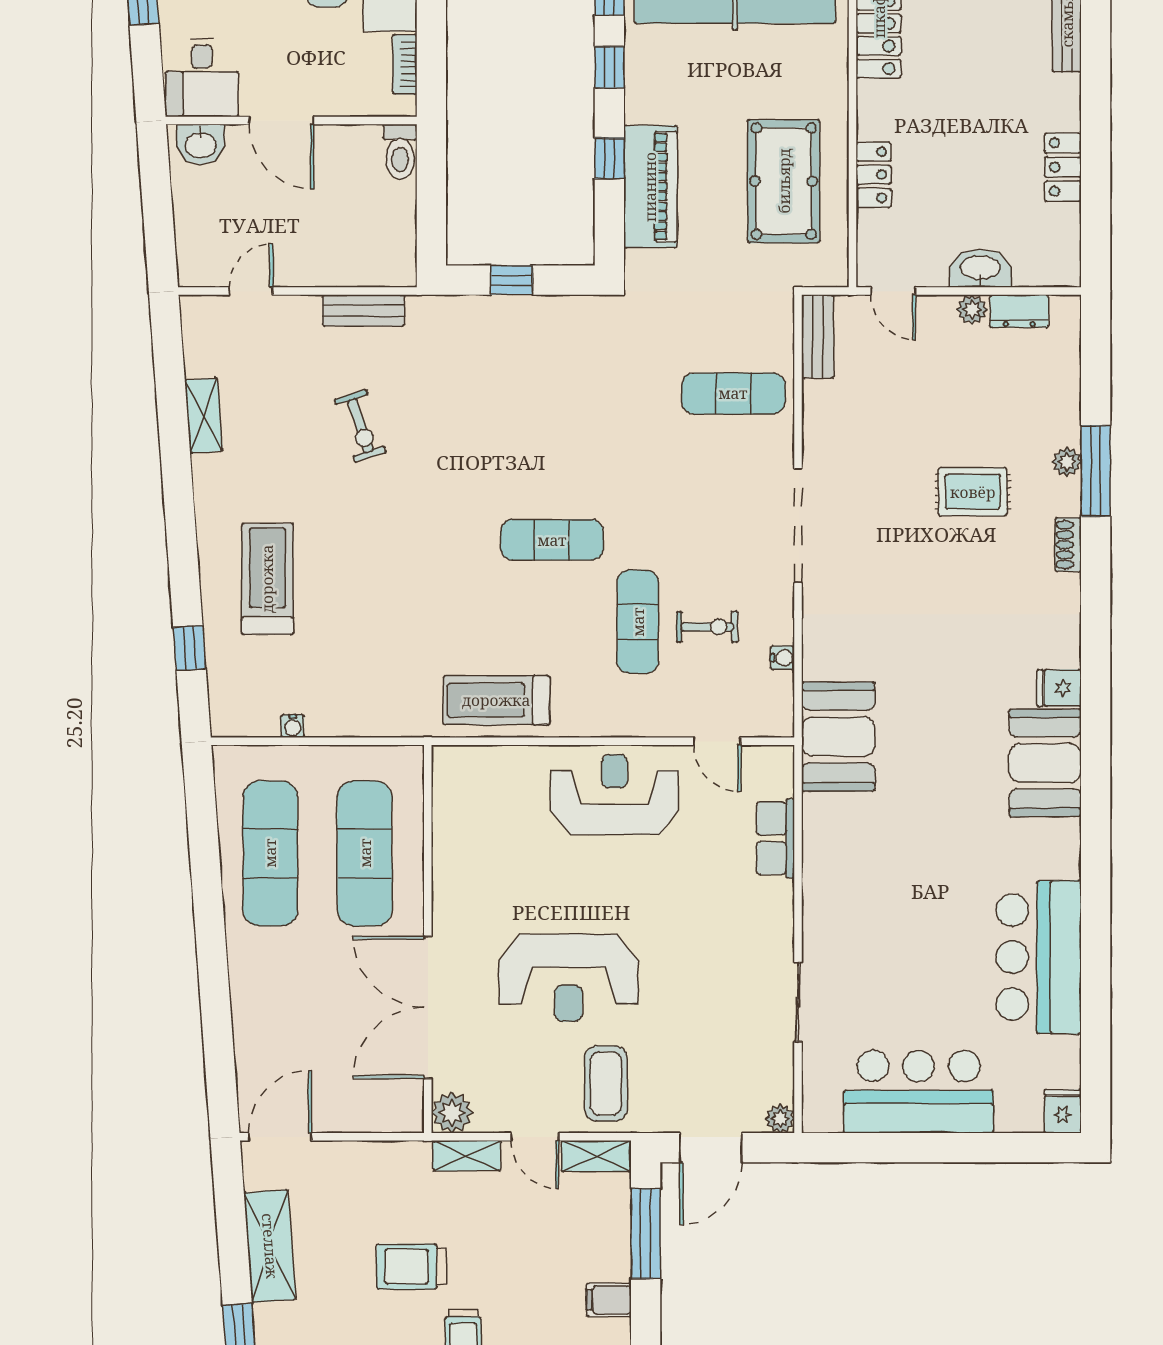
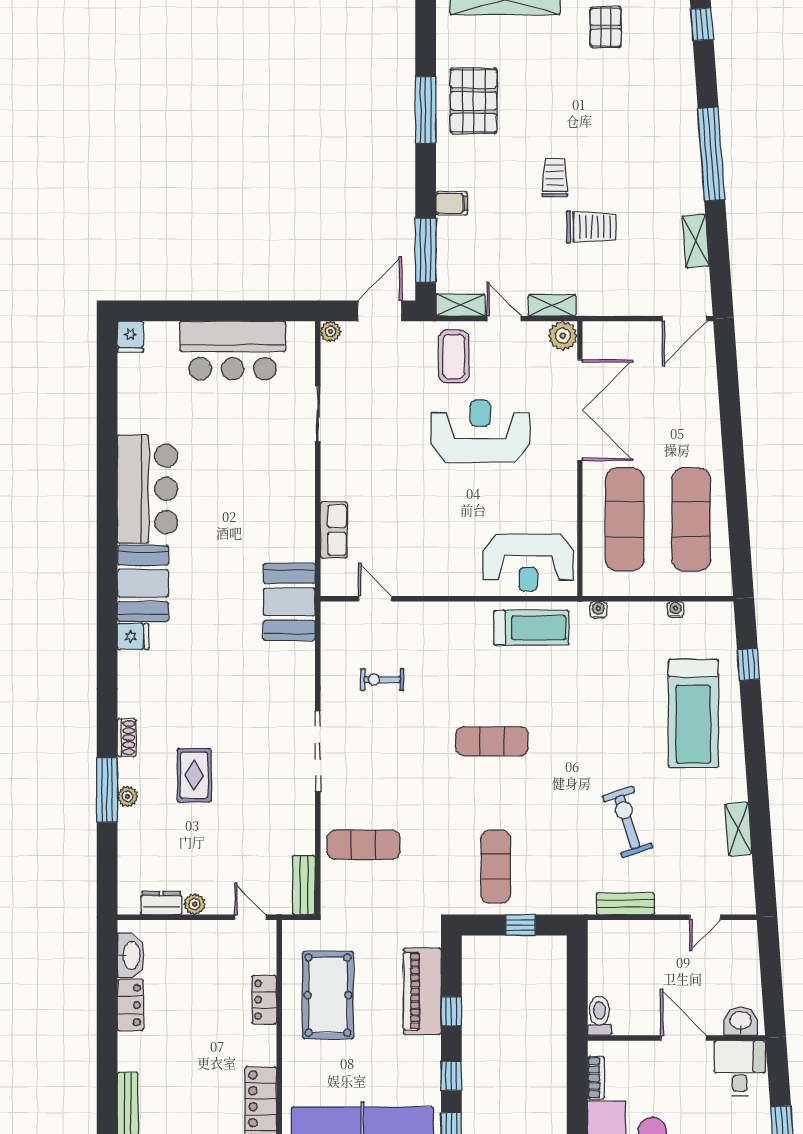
washbasin: (980, 269) -> (131, 955), moved, turned -90
exercise bike: (360, 426) -> (628, 822), width x1.38, depth x1.39
rug: (973, 492) -> (194, 775), turned 90
treadmill: (267, 579) -> (693, 714), width x1.37, depth x1.38
exercise mat: (638, 622) -> (496, 867), moved
water cooler: (782, 658) -> (598, 610), moved, turned 90
reception desk: (615, 795) -> (528, 563), moved
bar counter: (1039, 957) -> (147, 489), moved
shelving: (270, 1246) -> (696, 241), width x0.67, depth x0.75

